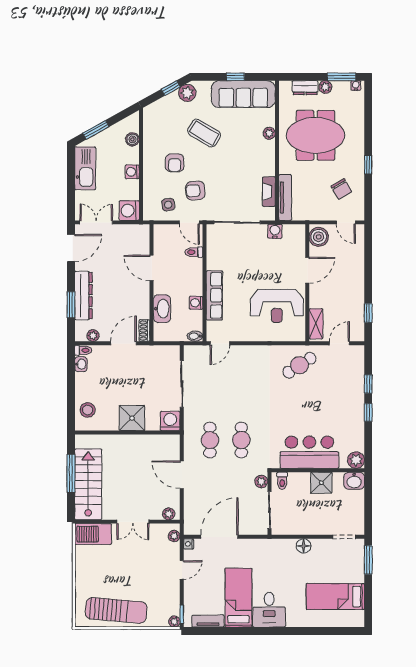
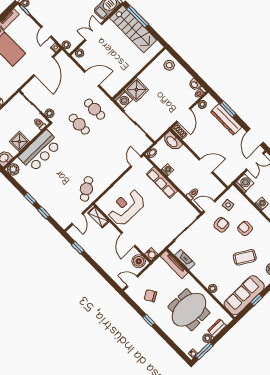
water cooler: (275, 231) -> (151, 254), moved
washbasin: (162, 309) -> (172, 141), moved
shower: (132, 418) -> (136, 90), moved
window: (71, 474) -> (138, 16), moved

